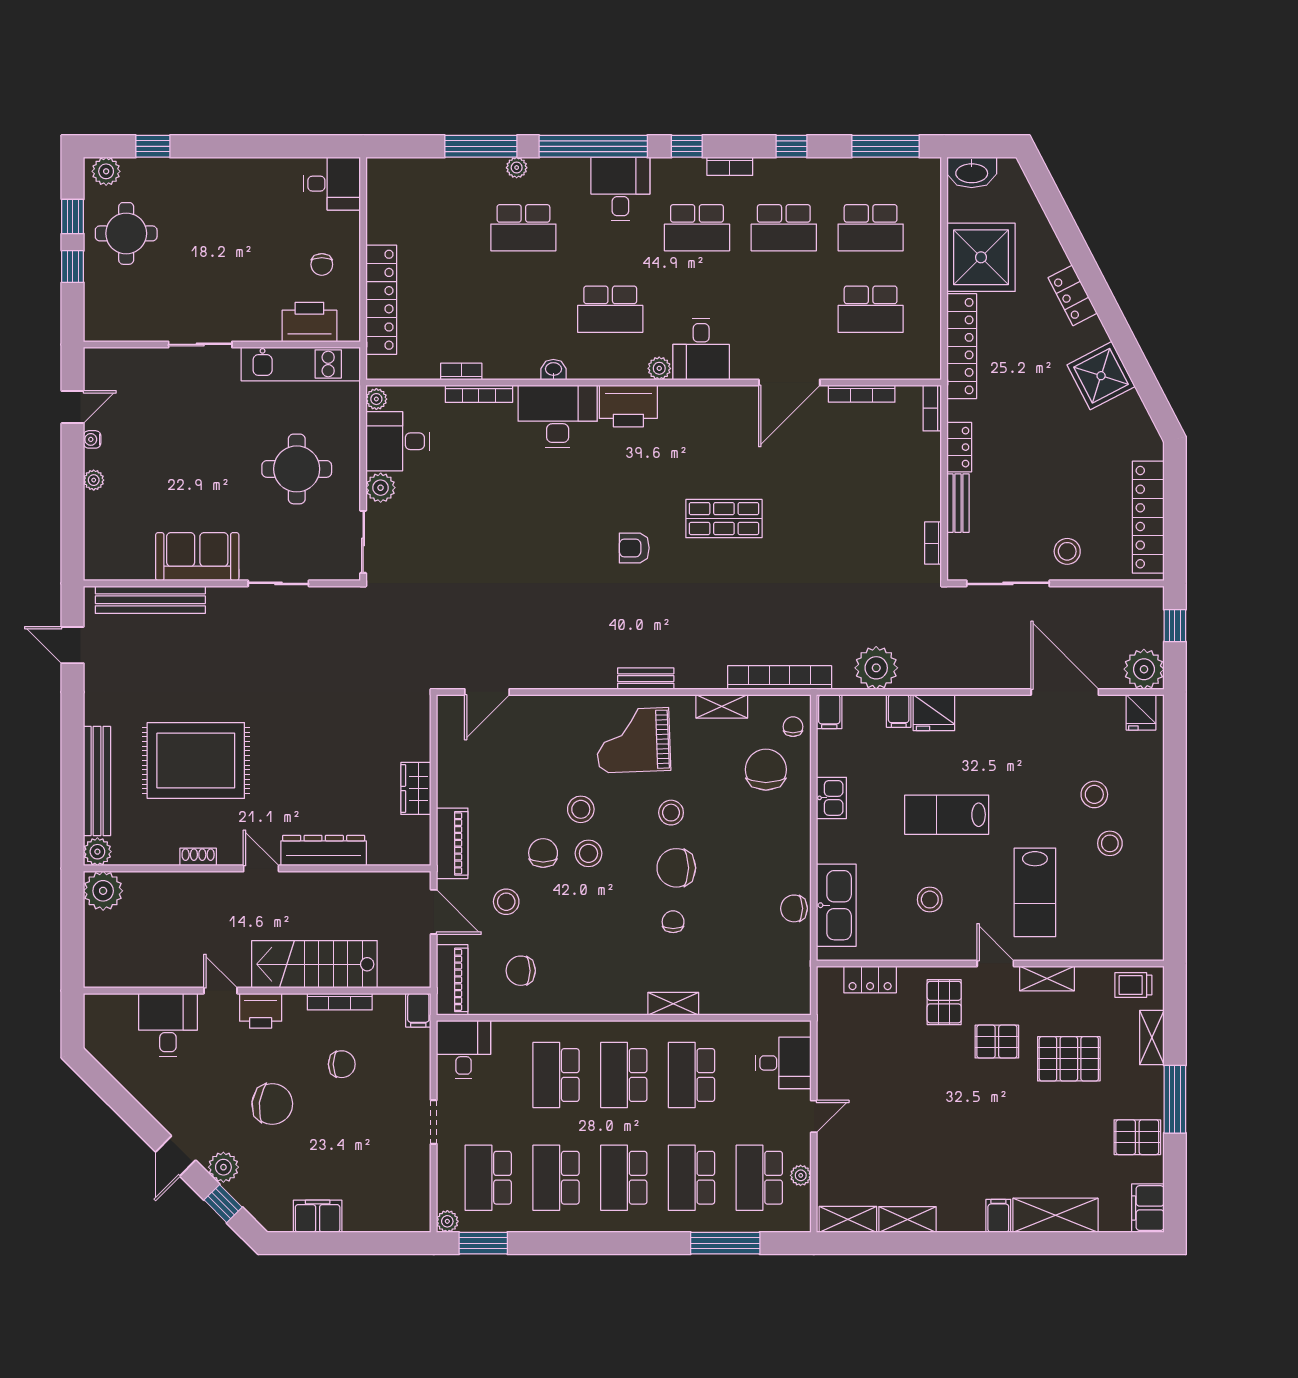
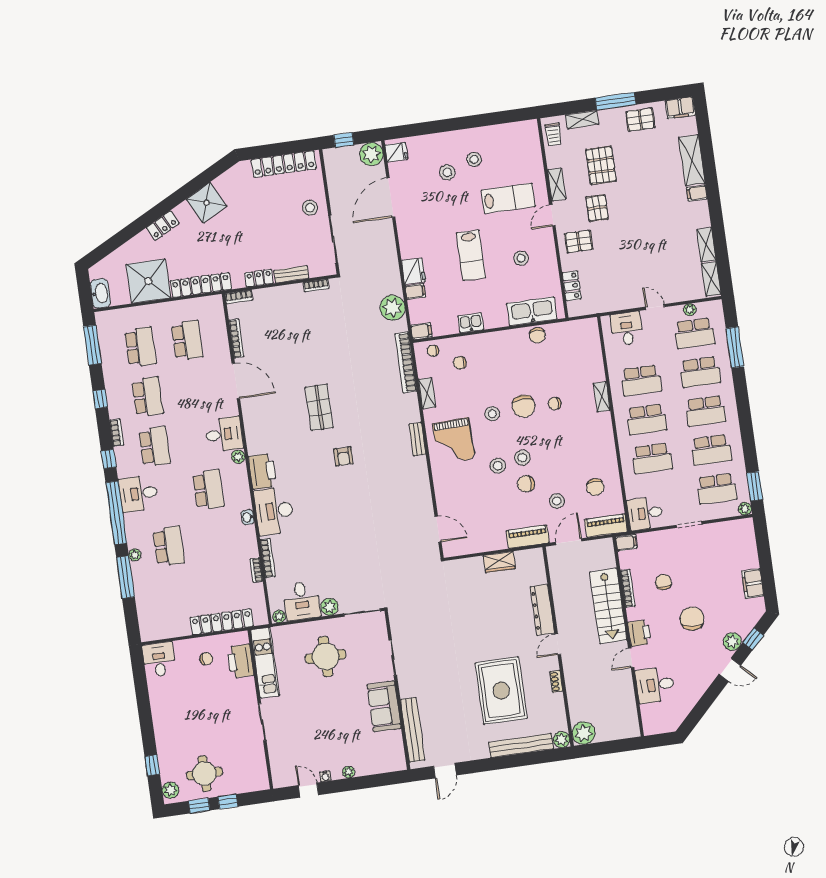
chair: (766, 770) -> (460, 363), width x0.54, depth x0.54
pallet: (1137, 1137) -> (640, 120), turned 90

